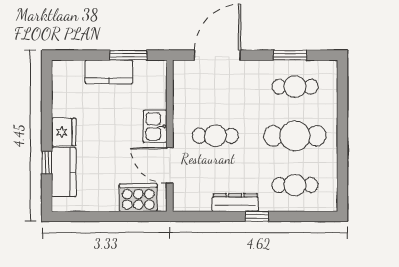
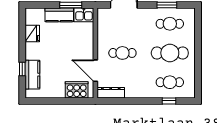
kitchen sink: (155, 126) -> (84, 15), moved, turned -90
fridge: (64, 132) -> (32, 34), moved
dresser: (235, 203) -> (111, 93), moved
window: (257, 216) -> (169, 101), moved

